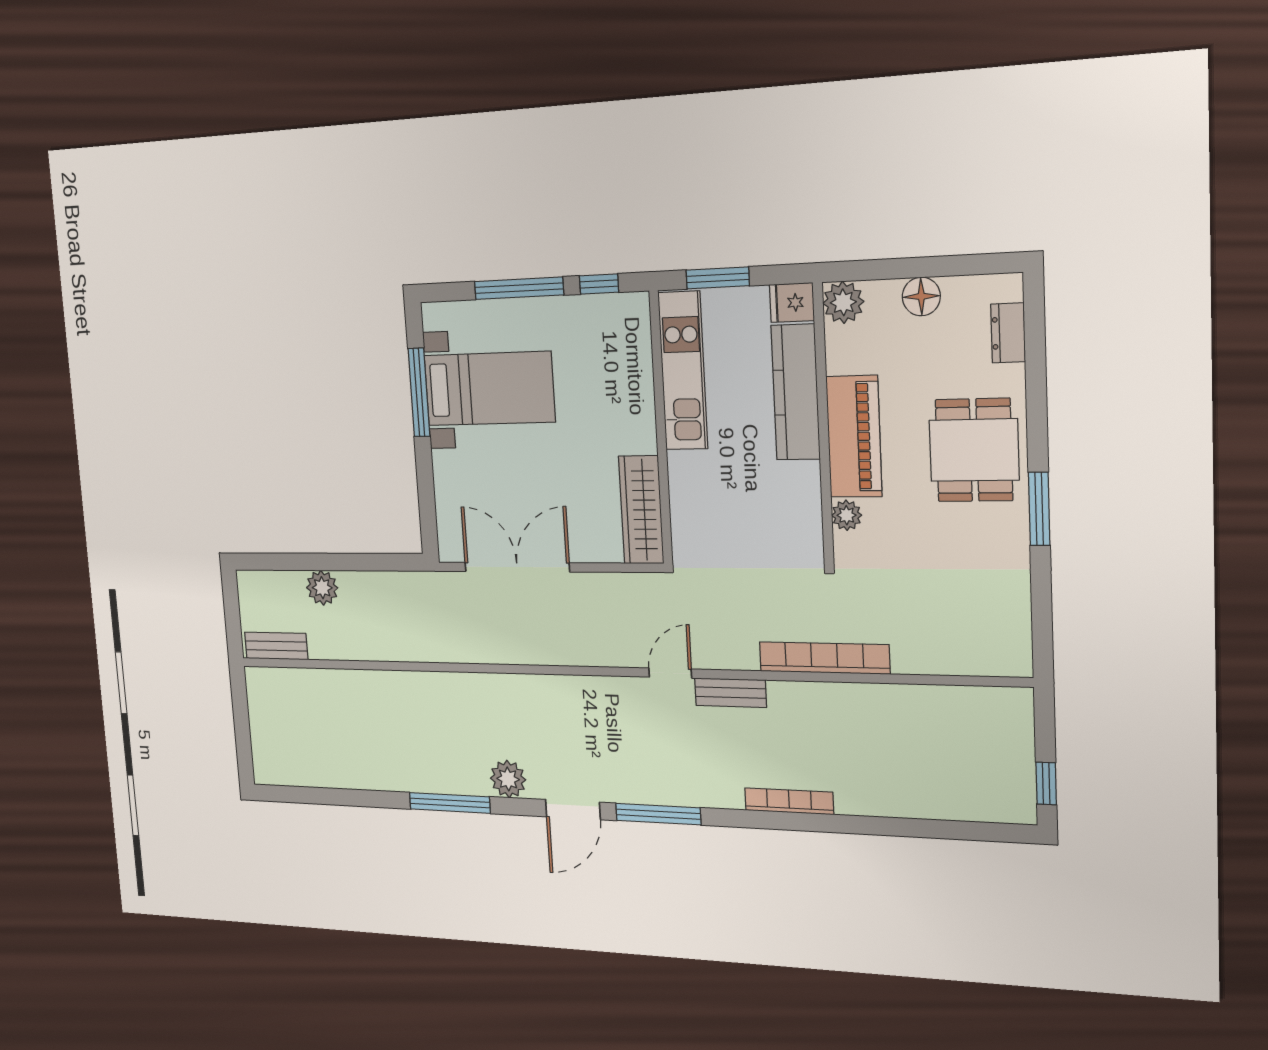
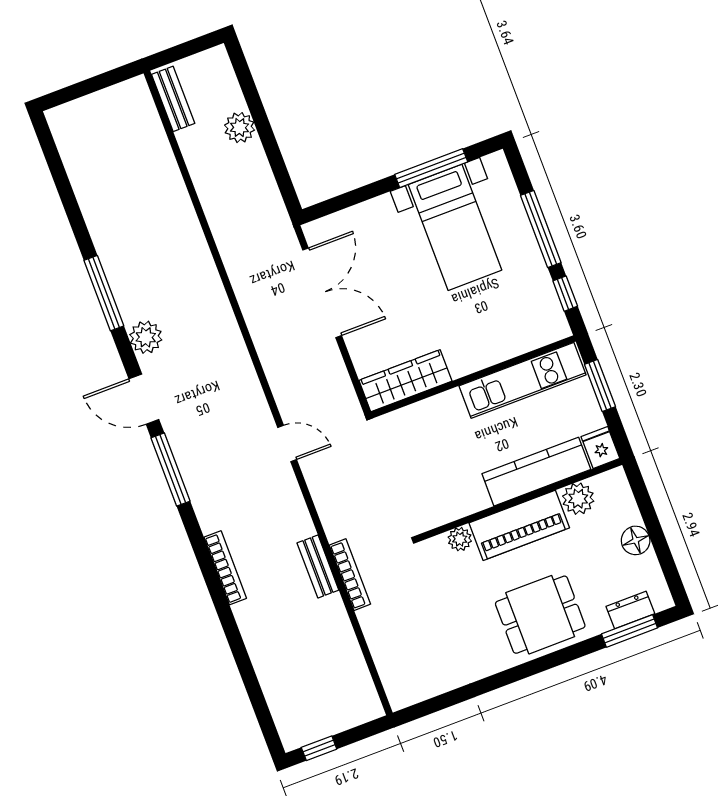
plant: (843, 302) -> (578, 499), moved
window: (1039, 509) -> (630, 631), moved
bookcase: (824, 658) -> (350, 575), width x0.68, depth x0.76
bench: (730, 693) -> (318, 566), moved

